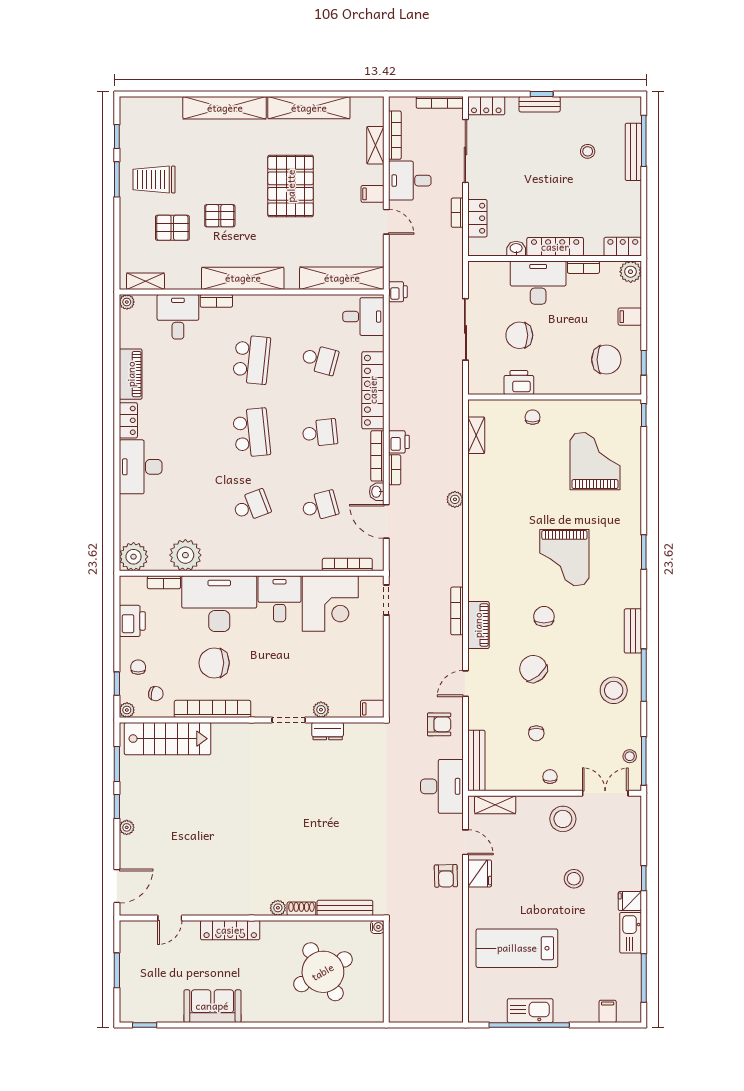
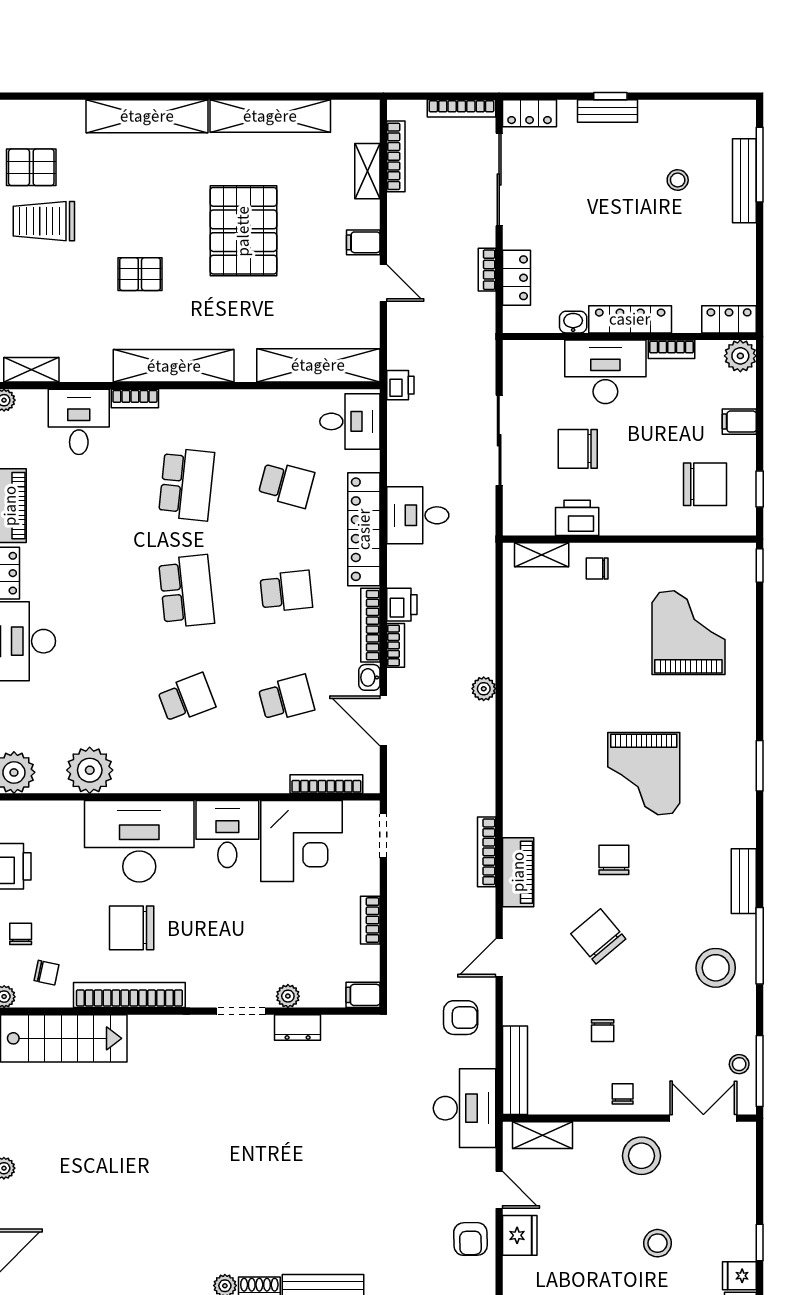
desk: (410, 181) -> (418, 515), moved
pallet: (172, 228) -> (31, 167), moved
chair: (533, 417) -> (597, 568), turned -90
shelving: (476, 435) -> (542, 555), moved, turned 90
bookcase: (164, 582) -> (370, 920), moved, turned 90

